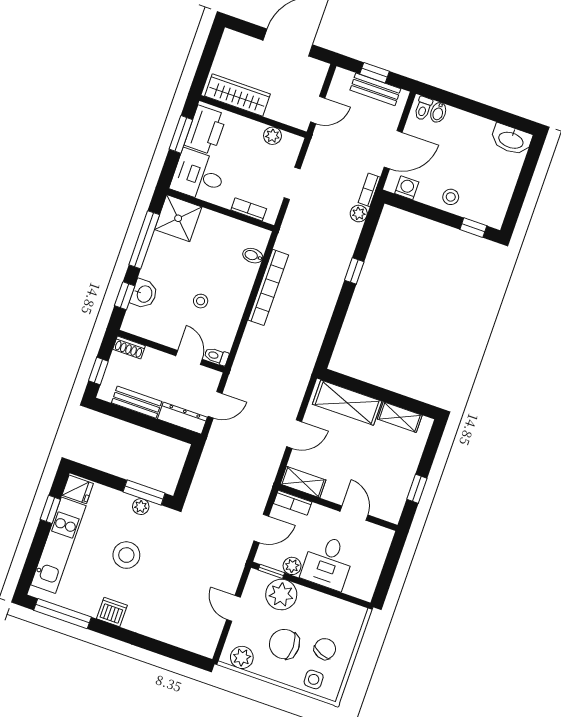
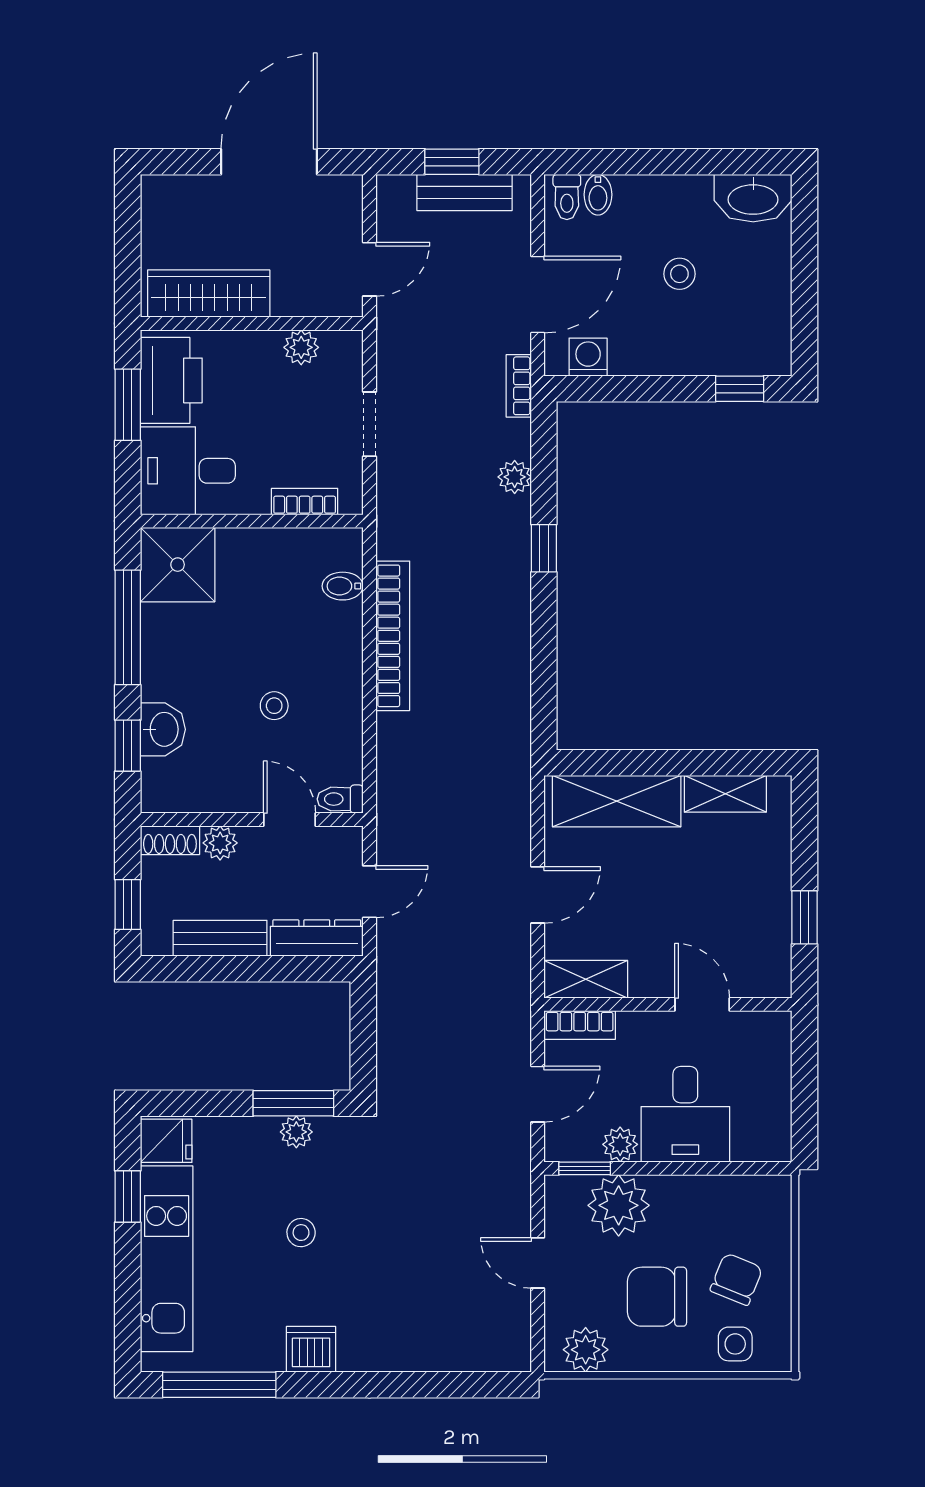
stool: (451, 197) -> (679, 274), moved
plant: (359, 214) -> (515, 477), moved
plant: (152, 357) -> (220, 843), added
stool: (126, 555) -> (301, 1233), width x0.53, depth x0.53

